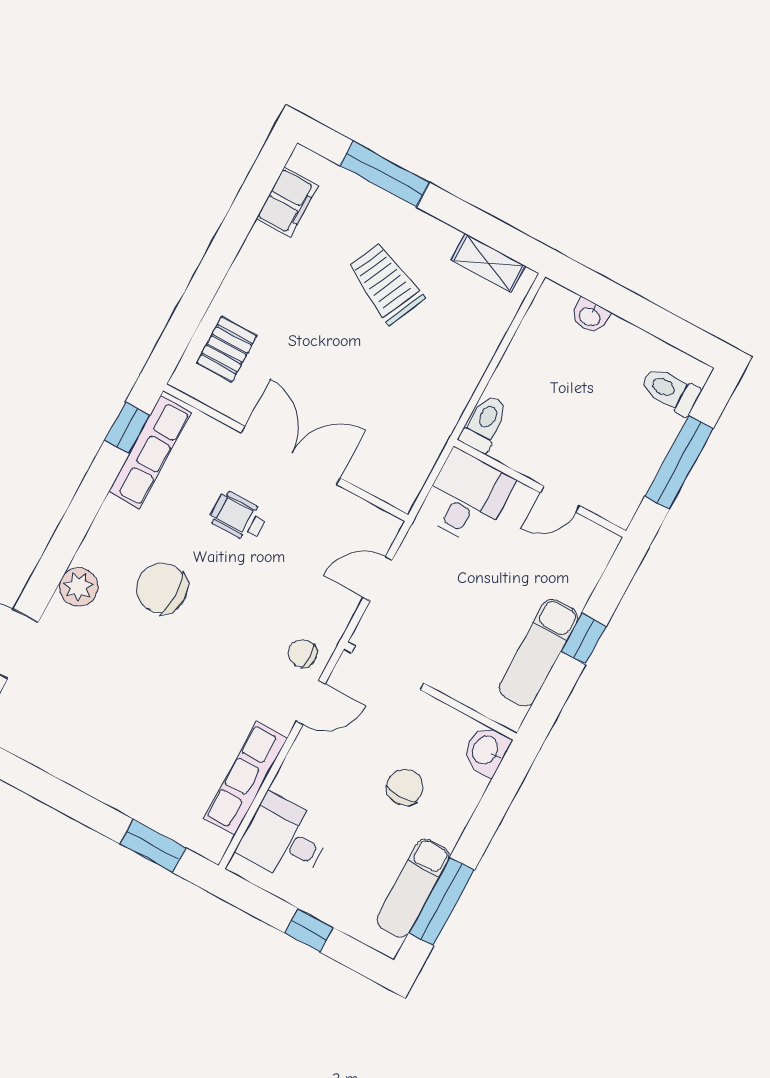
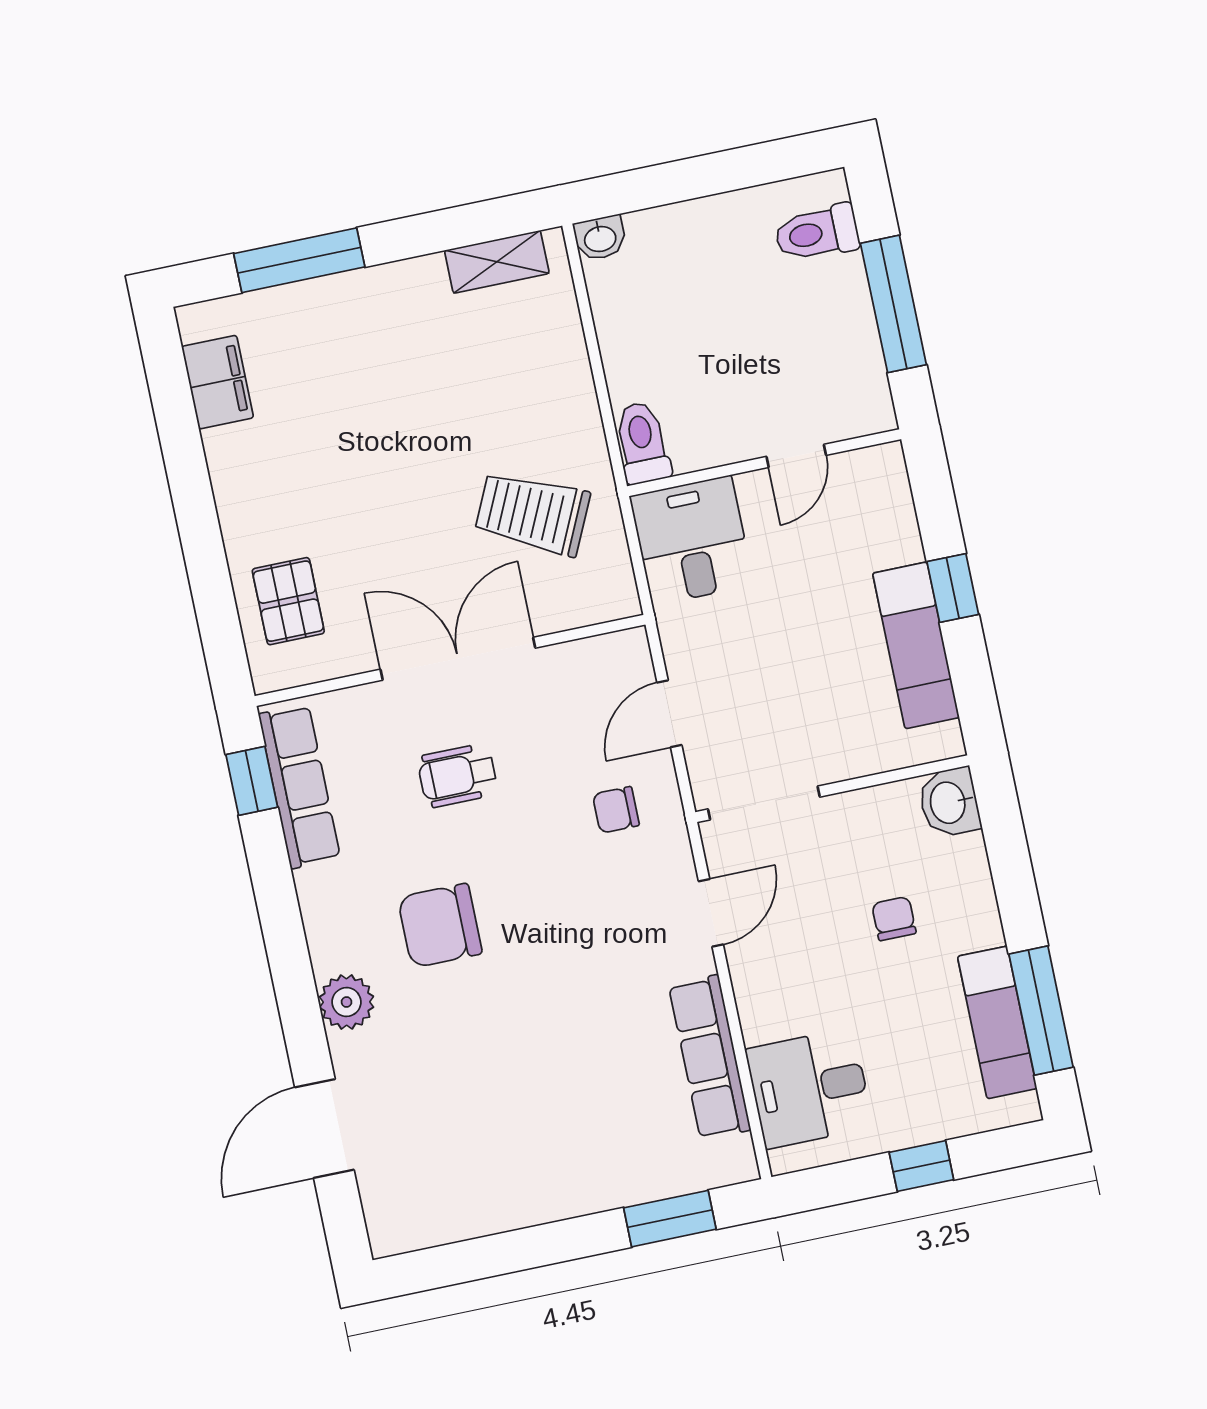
trolley: (386, 283) -> (532, 513), moved
washbasin: (590, 316) -> (600, 238), moved
chair: (303, 653) -> (616, 810), moved
chair: (405, 787) -> (894, 919), width x0.73, depth x0.73

